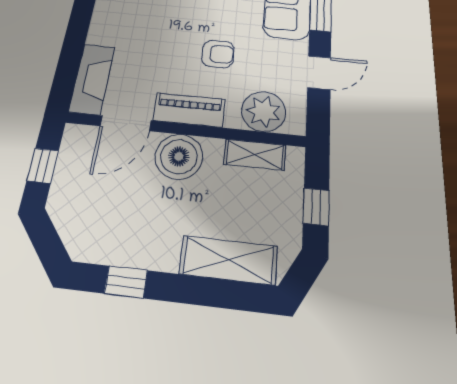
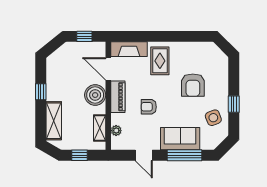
rug: (128, 26) -> (160, 61), added
armchair: (218, 54) -> (149, 107), turned 90
plant: (264, 111) -> (116, 131), width x0.53, depth x0.53
window: (126, 282) -> (41, 92), moved

